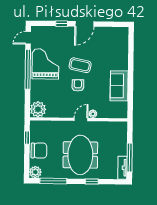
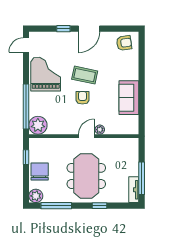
armchair: (115, 37) -> (124, 43), added
window: (28, 69) -> (26, 107), moved
chair: (39, 151) -> (40, 172), turned -90

